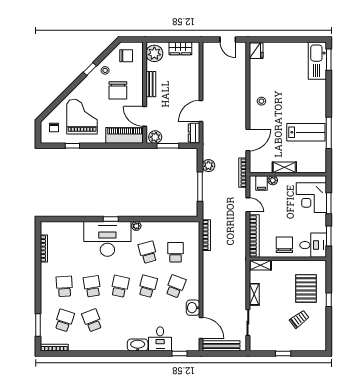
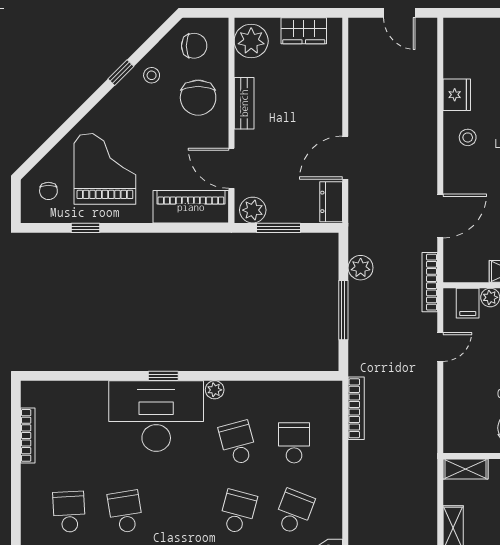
fridge: (256, 51) -> (457, 95), moved
chair: (118, 90) -> (198, 98), moved
door: (248, 205) -> (440, 347), hinge flipped
bookcase: (254, 236) -> (453, 410), removed
school desk: (120, 286) -> (182, 512), removed

